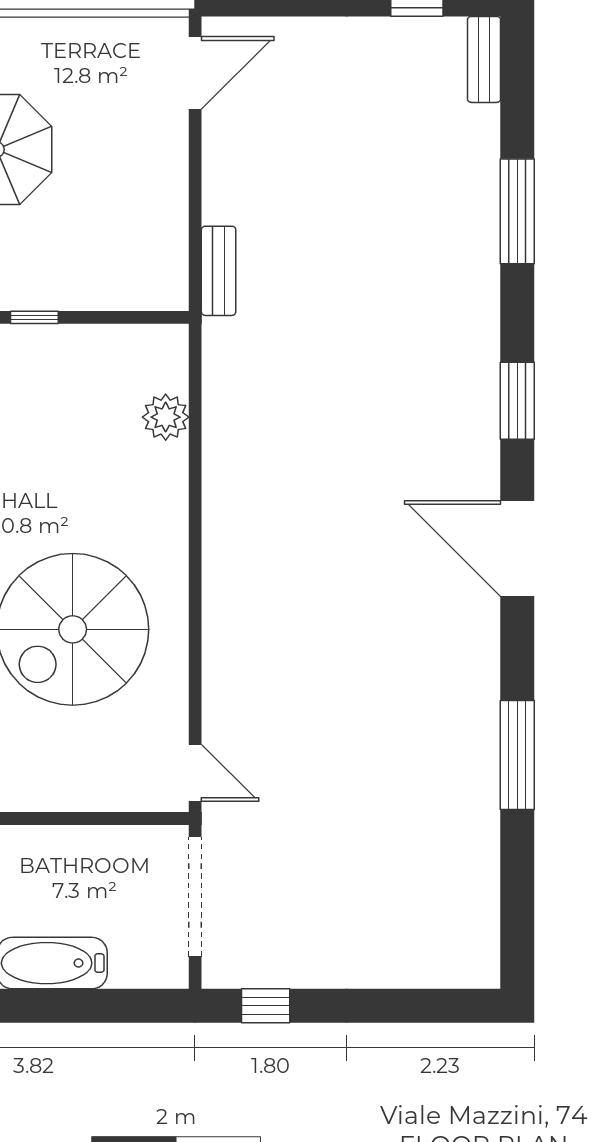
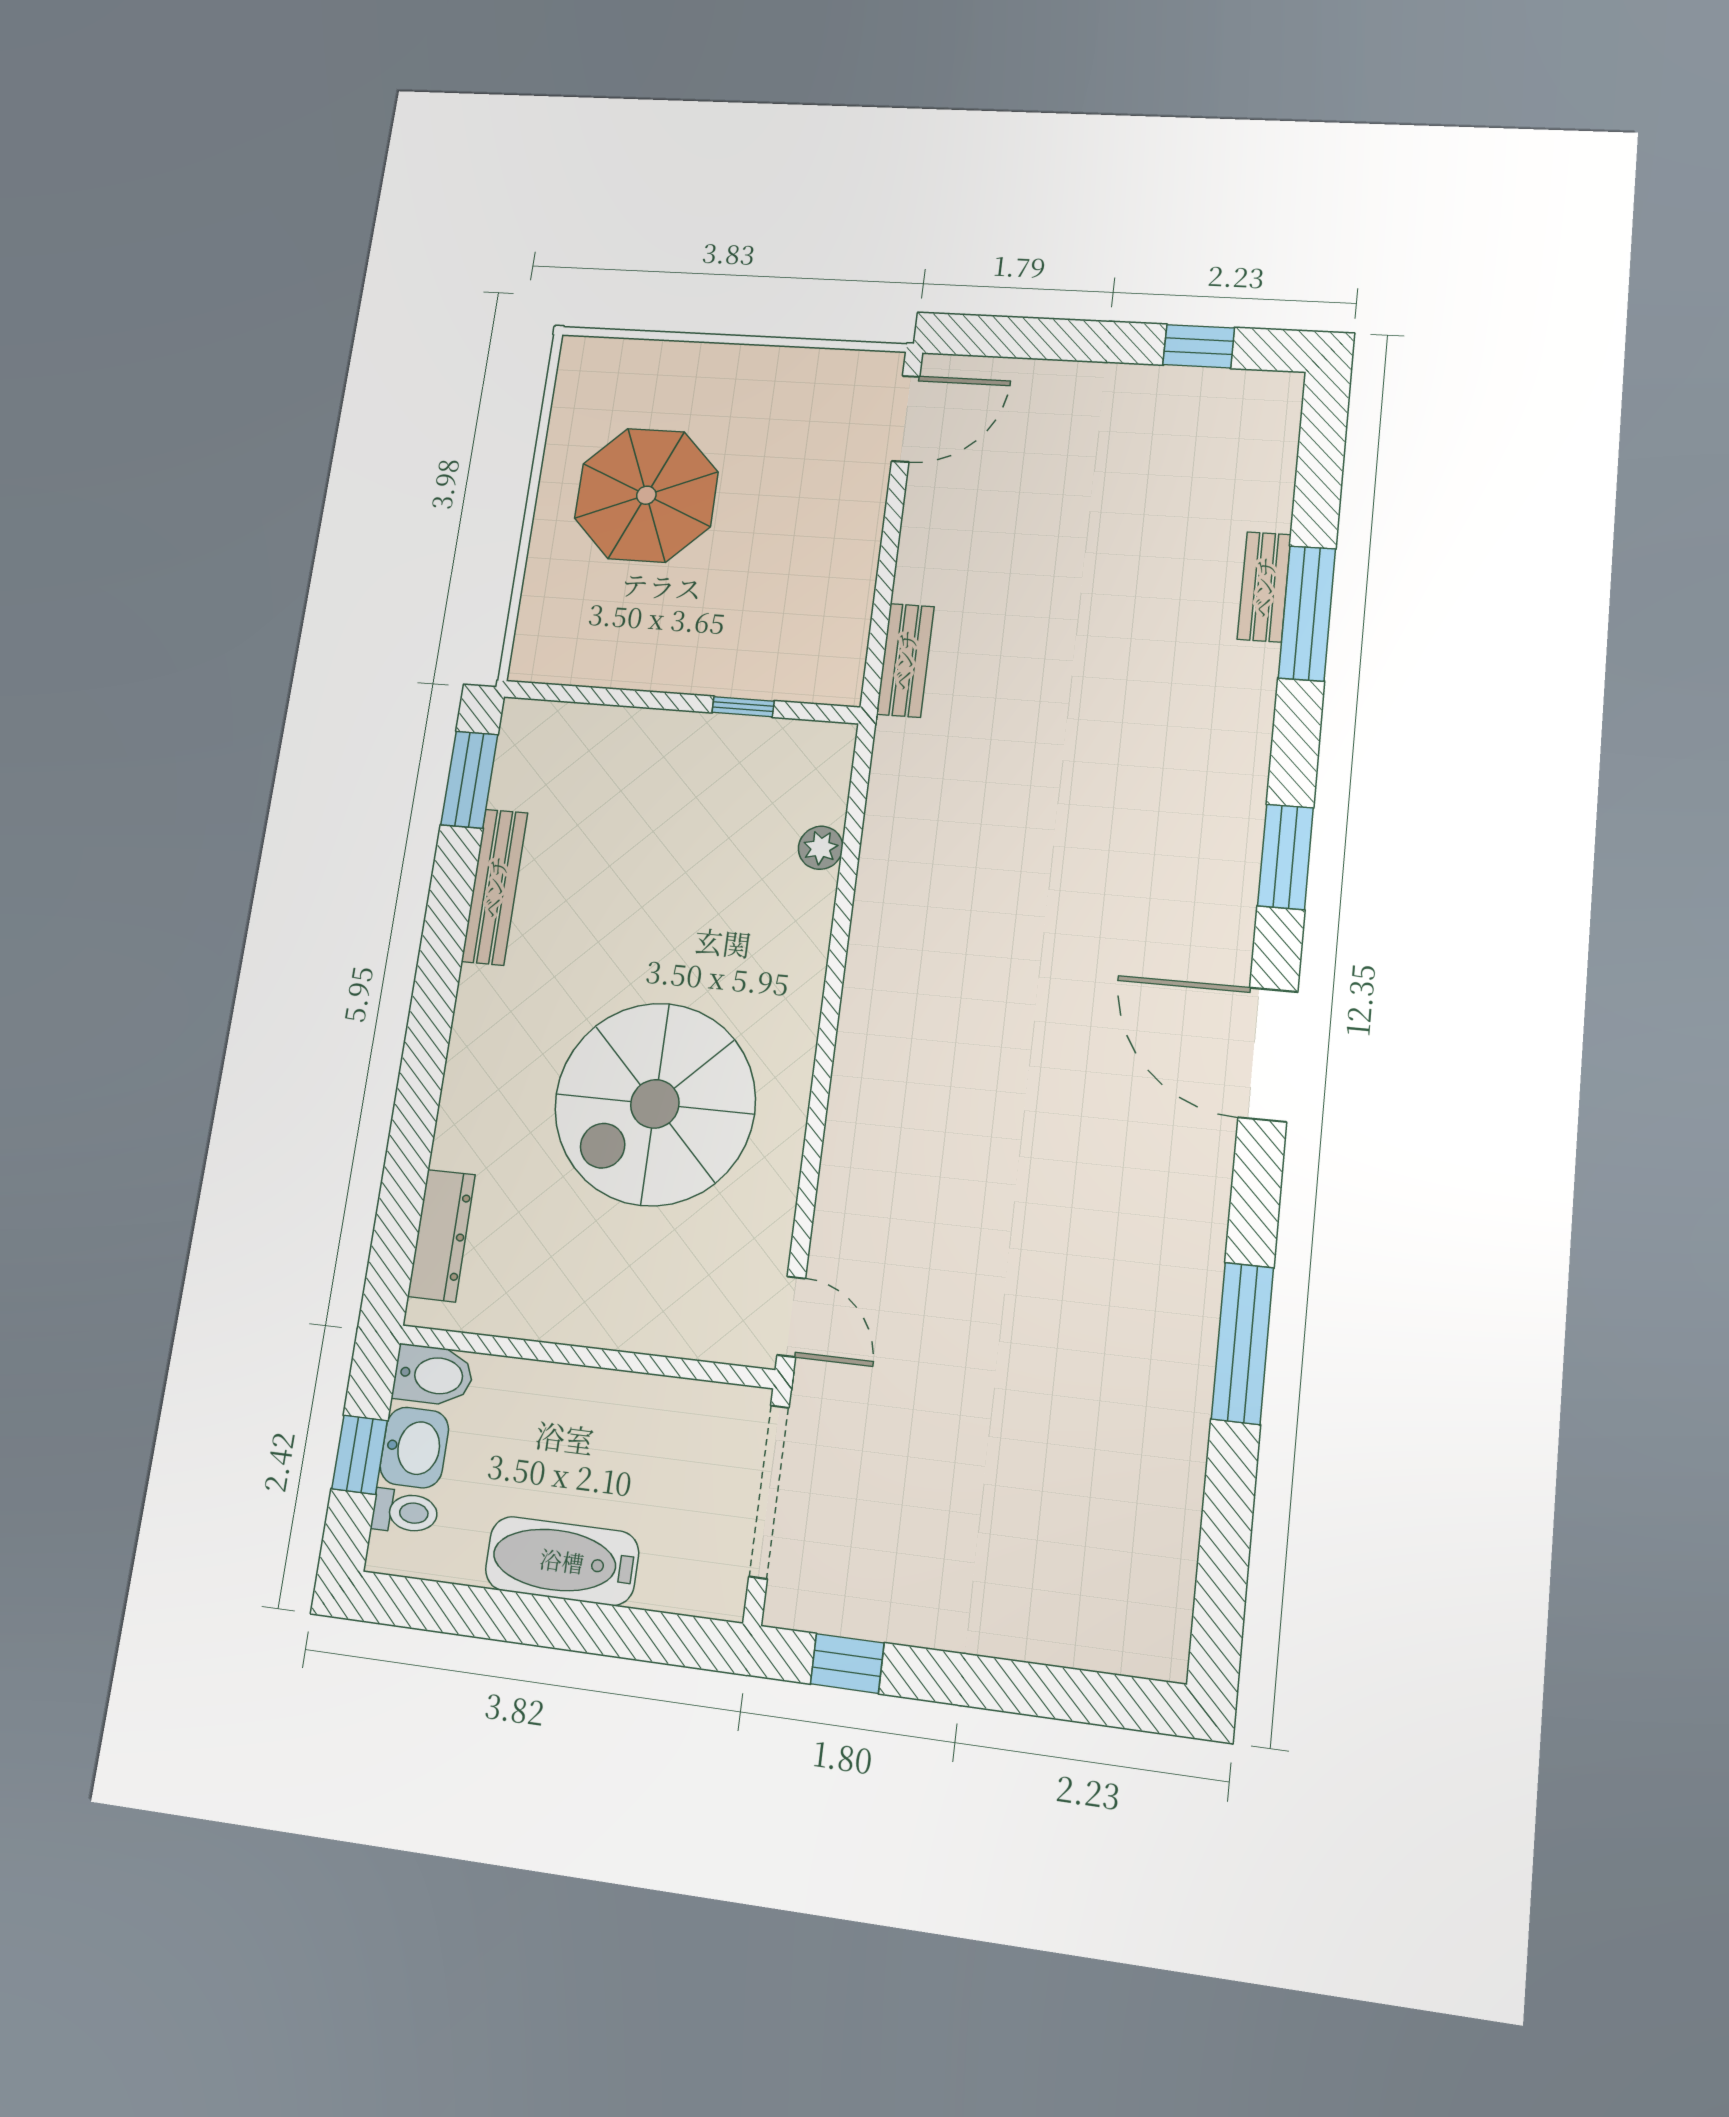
bench: (484, 59) -> (1264, 587), moved
window: (34, 317) -> (743, 707), moved
plant: (166, 417) -> (821, 848), width x0.73, depth x0.73

